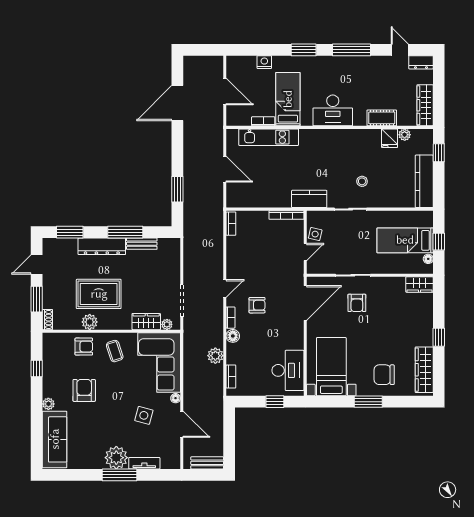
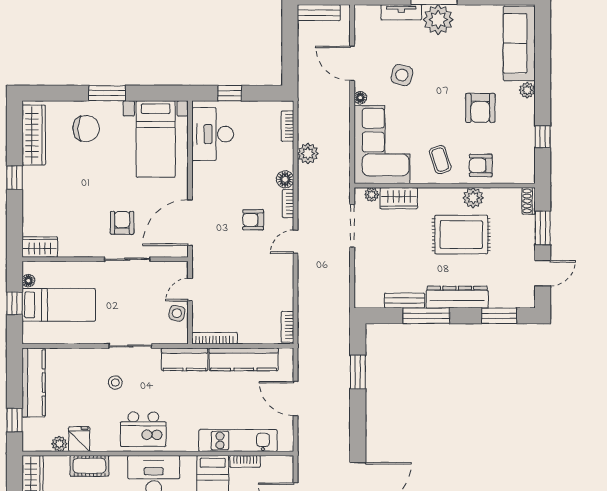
kitchen island: (341, 146) -> (143, 429), added
kitchen counter: (264, 199) -> (244, 359), added

